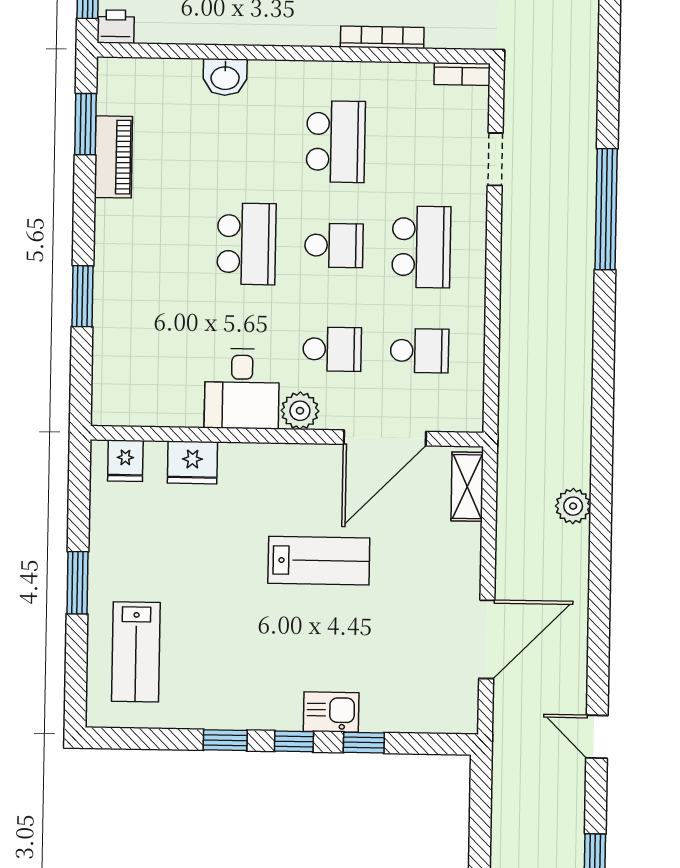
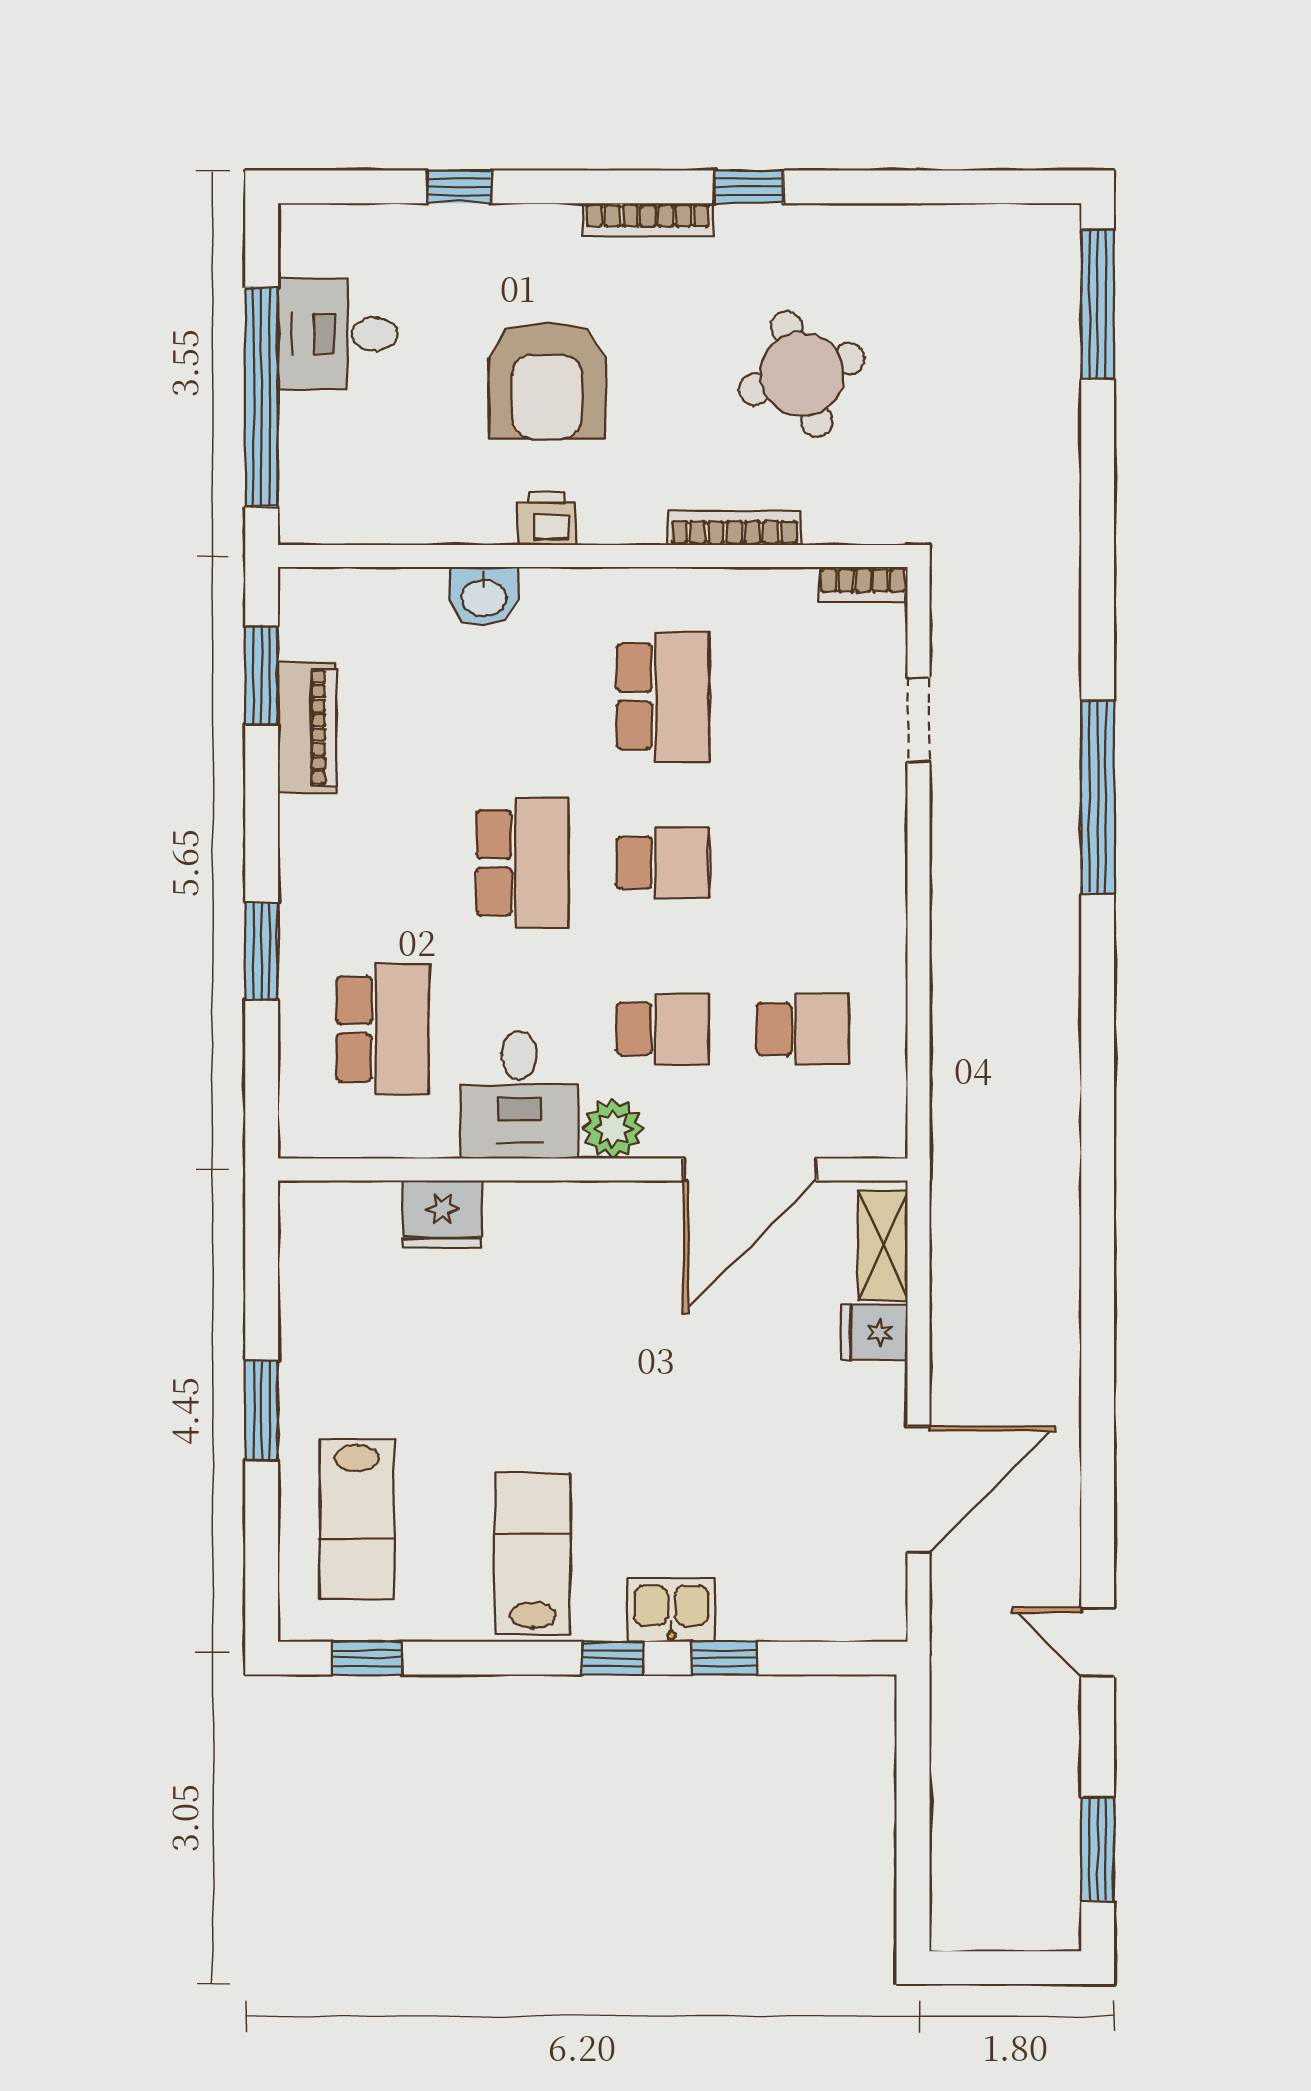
printer: (116, 27) -> (547, 519), moved
school desk: (421, 247) -> (383, 1029), moved
fridge: (125, 461) -> (875, 1333), moved, turned 90
plant: (573, 506) -> (1053, 1274), removed
lab bench: (319, 561) -> (533, 1554), moved, turned -90
window: (225, 740) -> (368, 1658), moved

